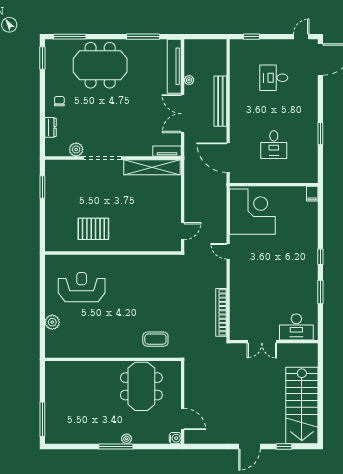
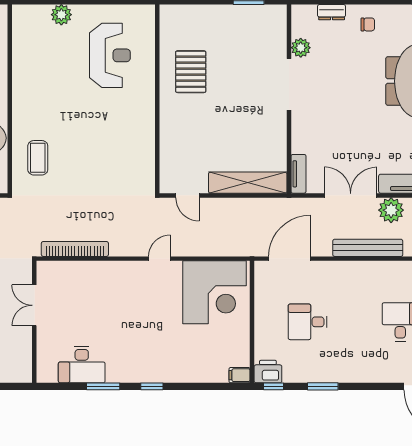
plant: (189, 80) -> (391, 210), width x1.88, depth x1.88
shelving: (152, 167) -> (248, 183), moved, turned 90
window: (320, 169) -> (273, 386), added
printer: (310, 173) -> (268, 372), added
desk: (296, 327) -> (82, 365), moved, turned -90

